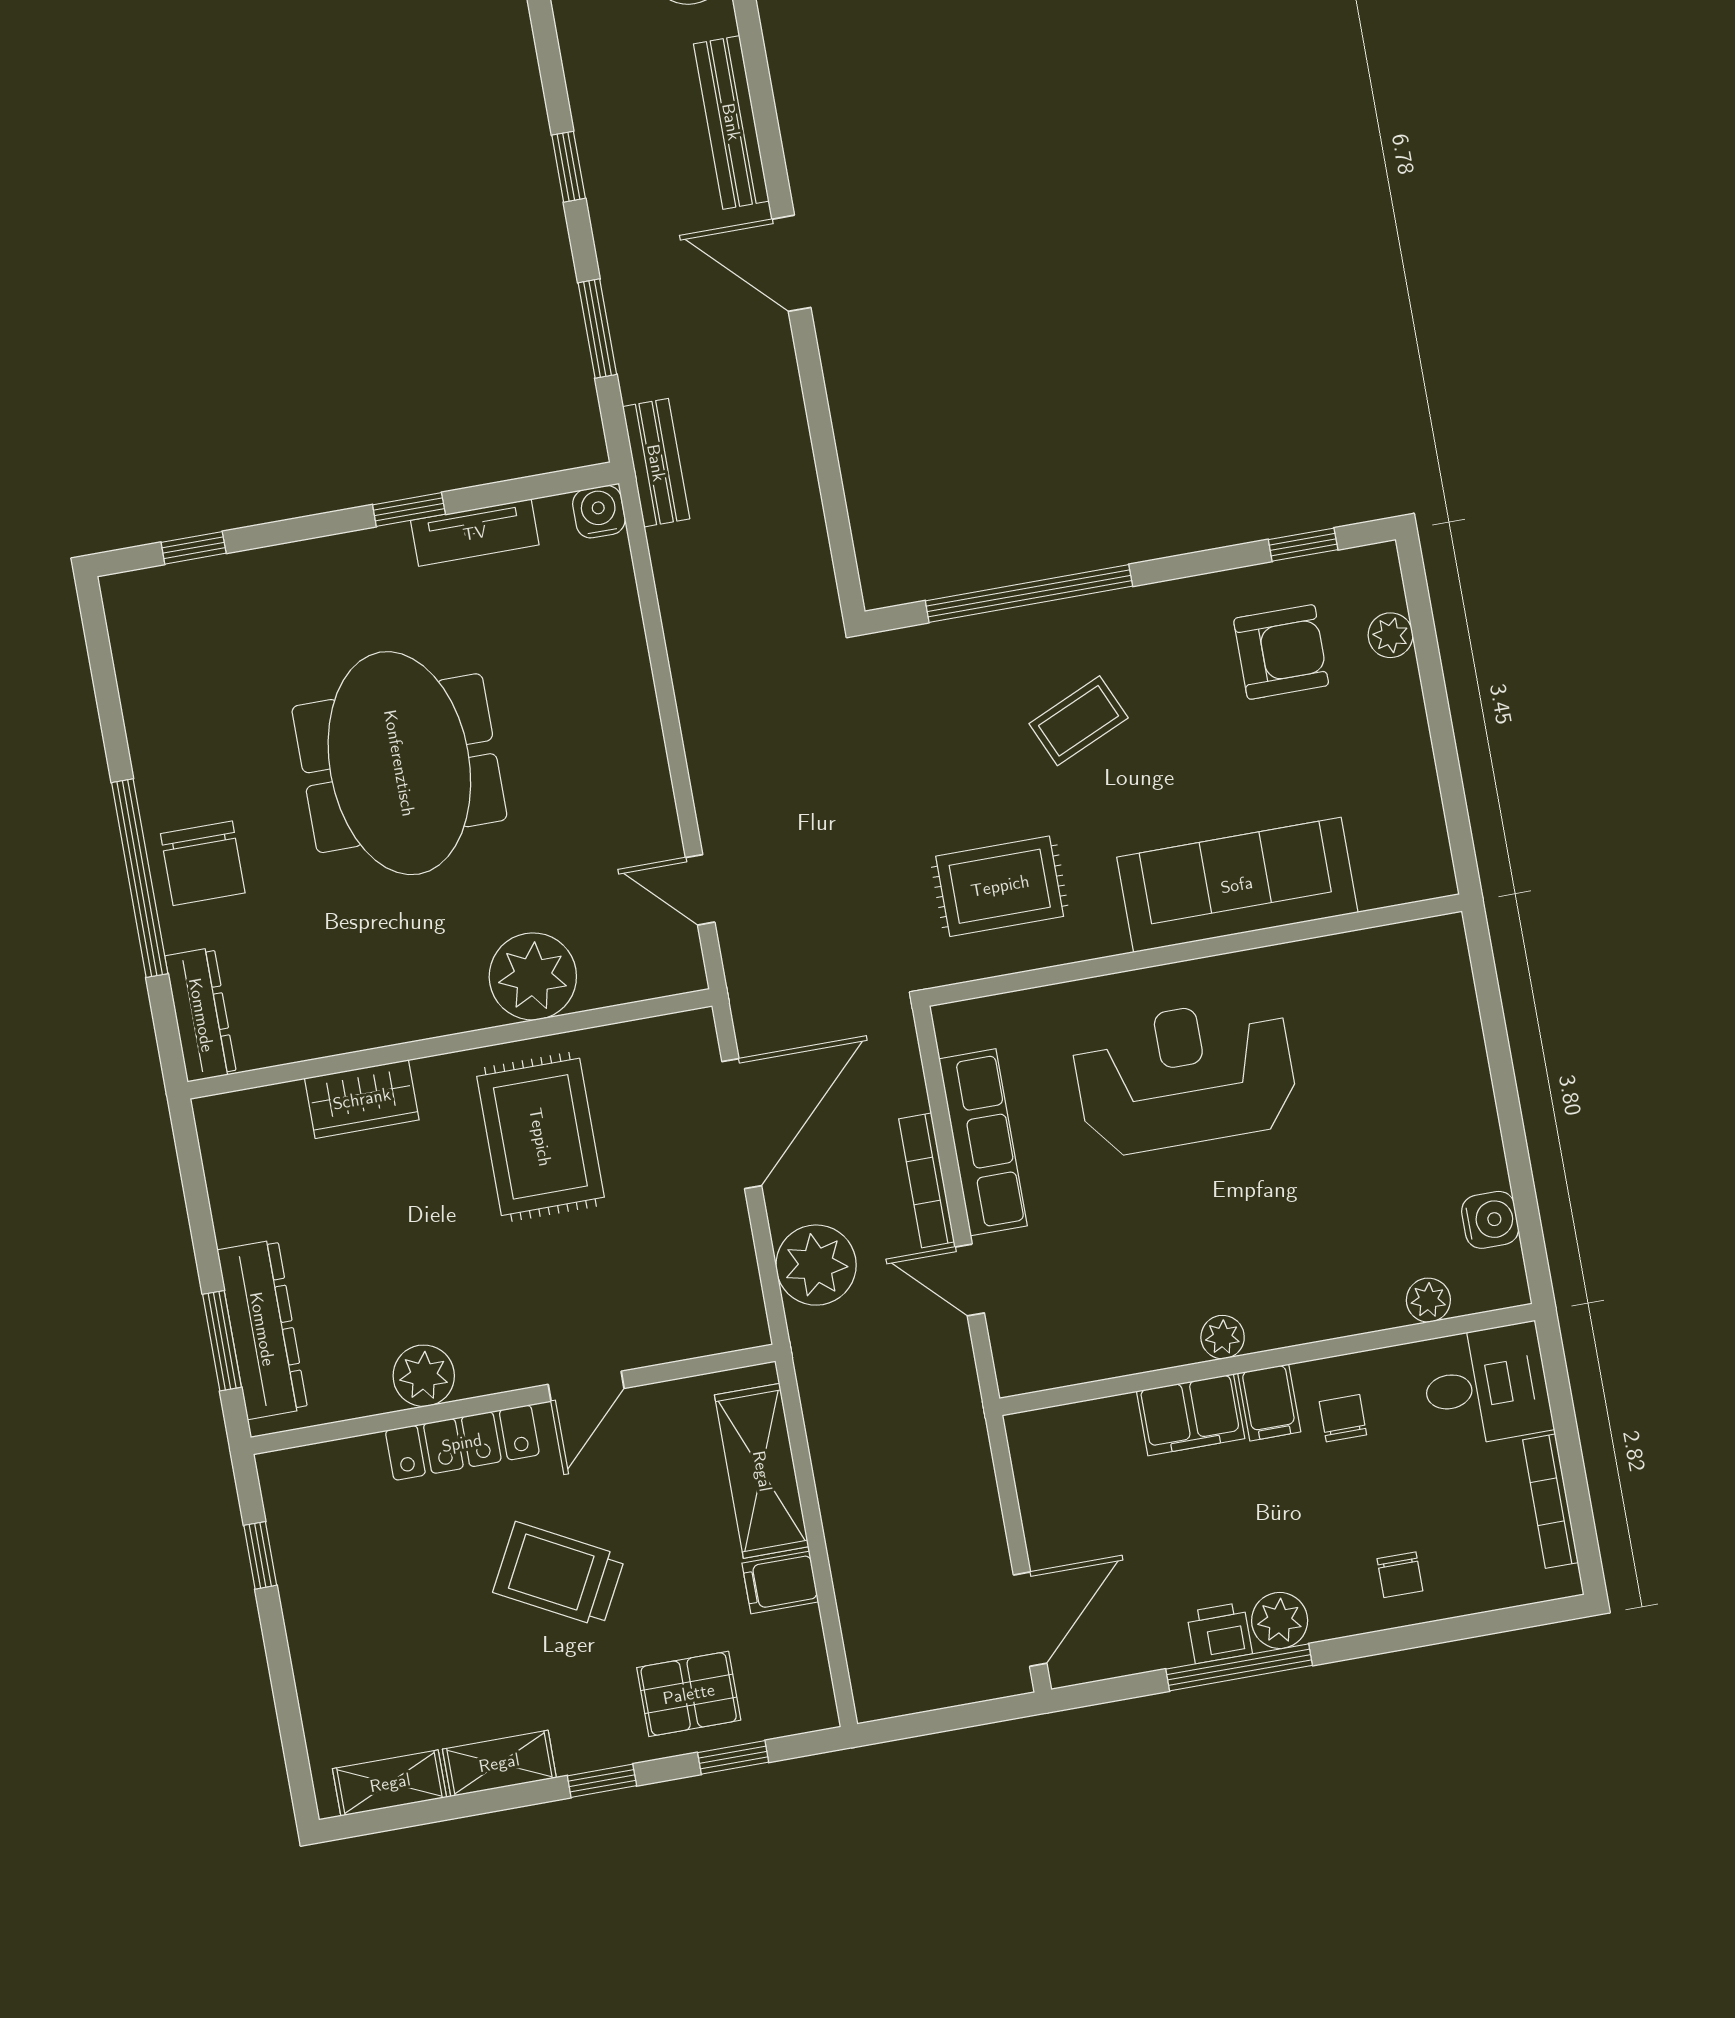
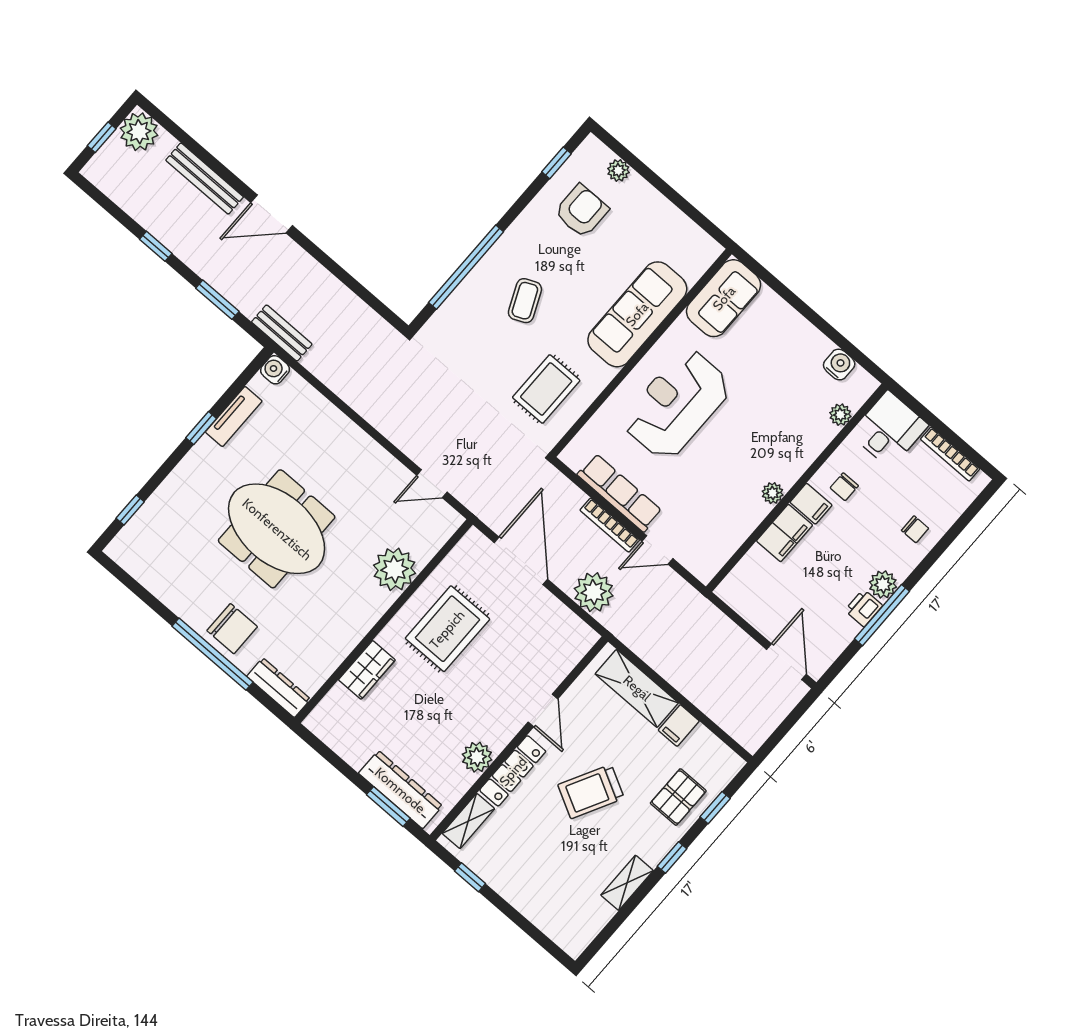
sofa: (1393, 969) -> (724, 298), added
rug: (540, 1137) -> (447, 629), turned 90
chair: (1343, 1418) -> (844, 487), turned -90
shelving: (390, 1783) -> (468, 821), moved

